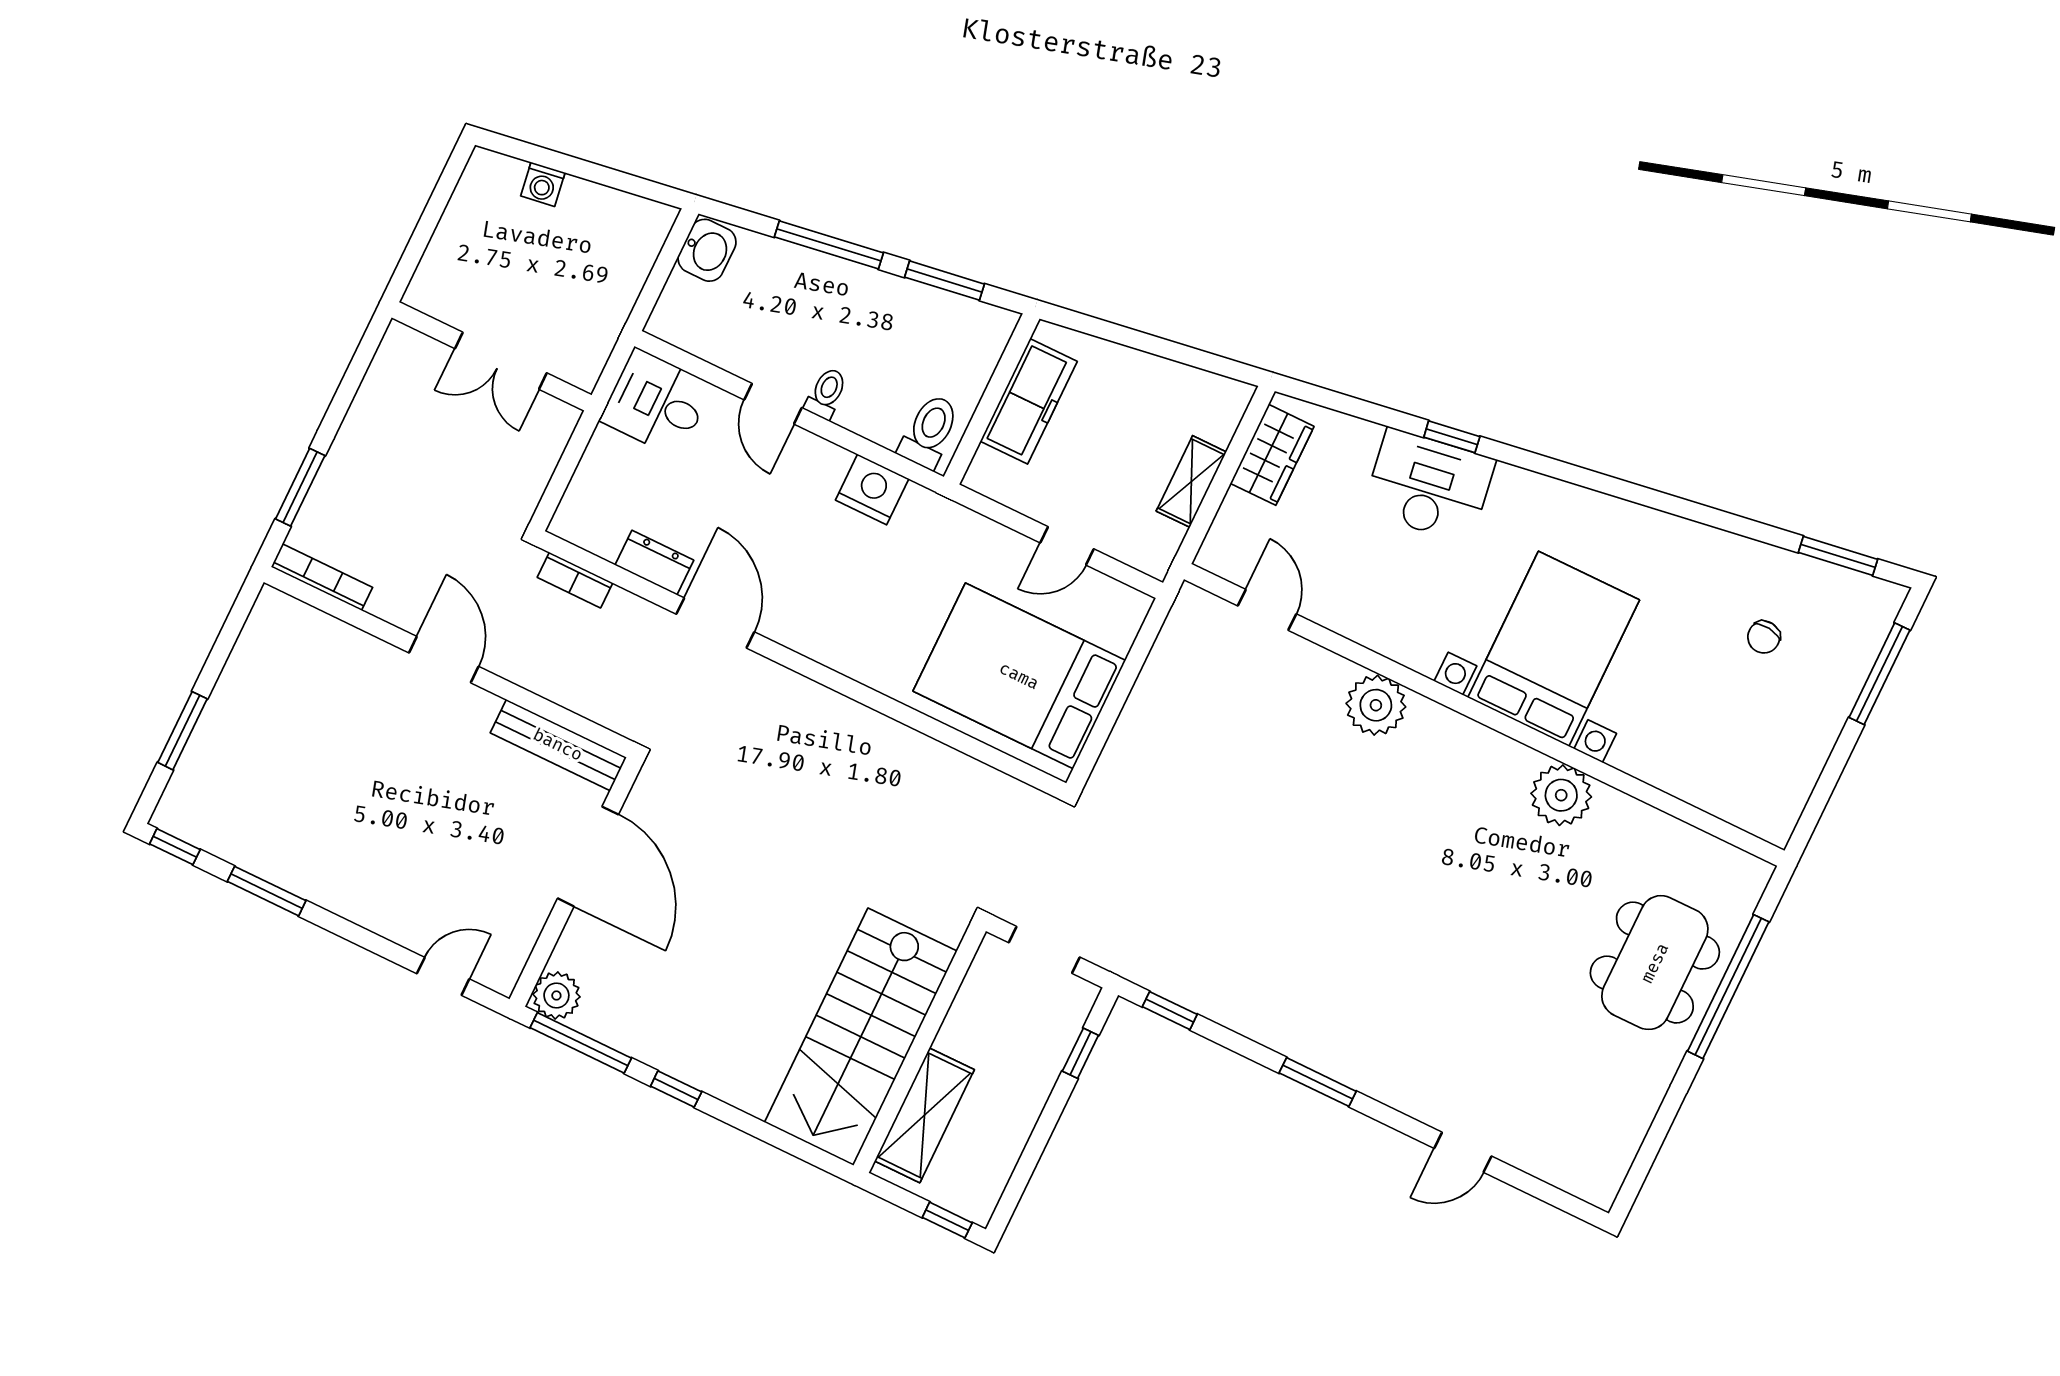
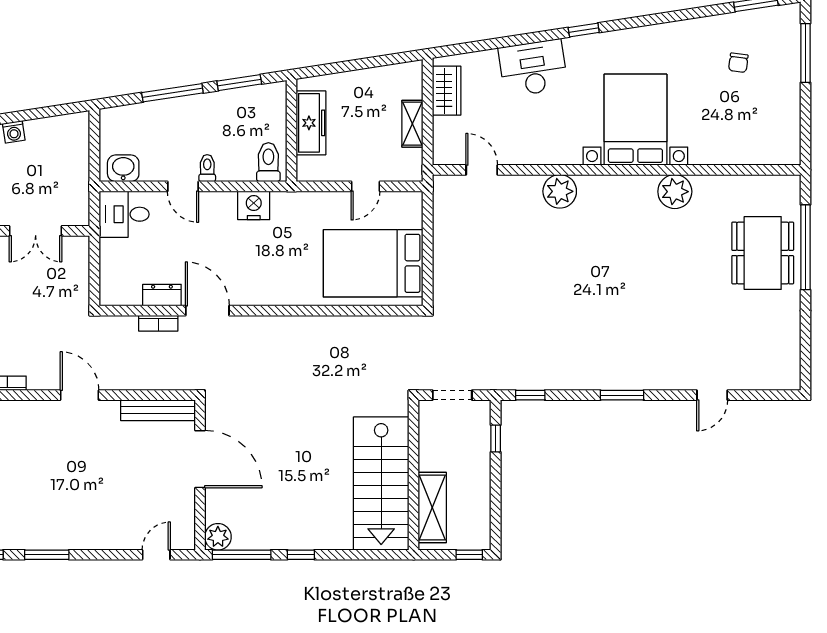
washbasin: (707, 250) -> (123, 168), moved, turned -90
window: (1452, 437) -> (584, 30), moved
bookcase: (575, 580) -> (158, 323), moved

